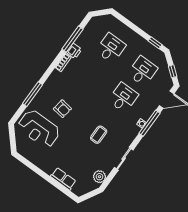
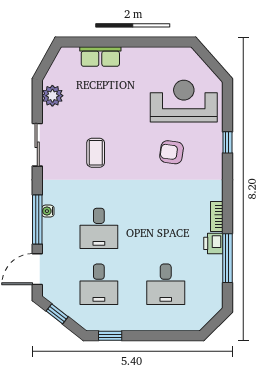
window: (32, 94) -> (227, 142), width x0.46

